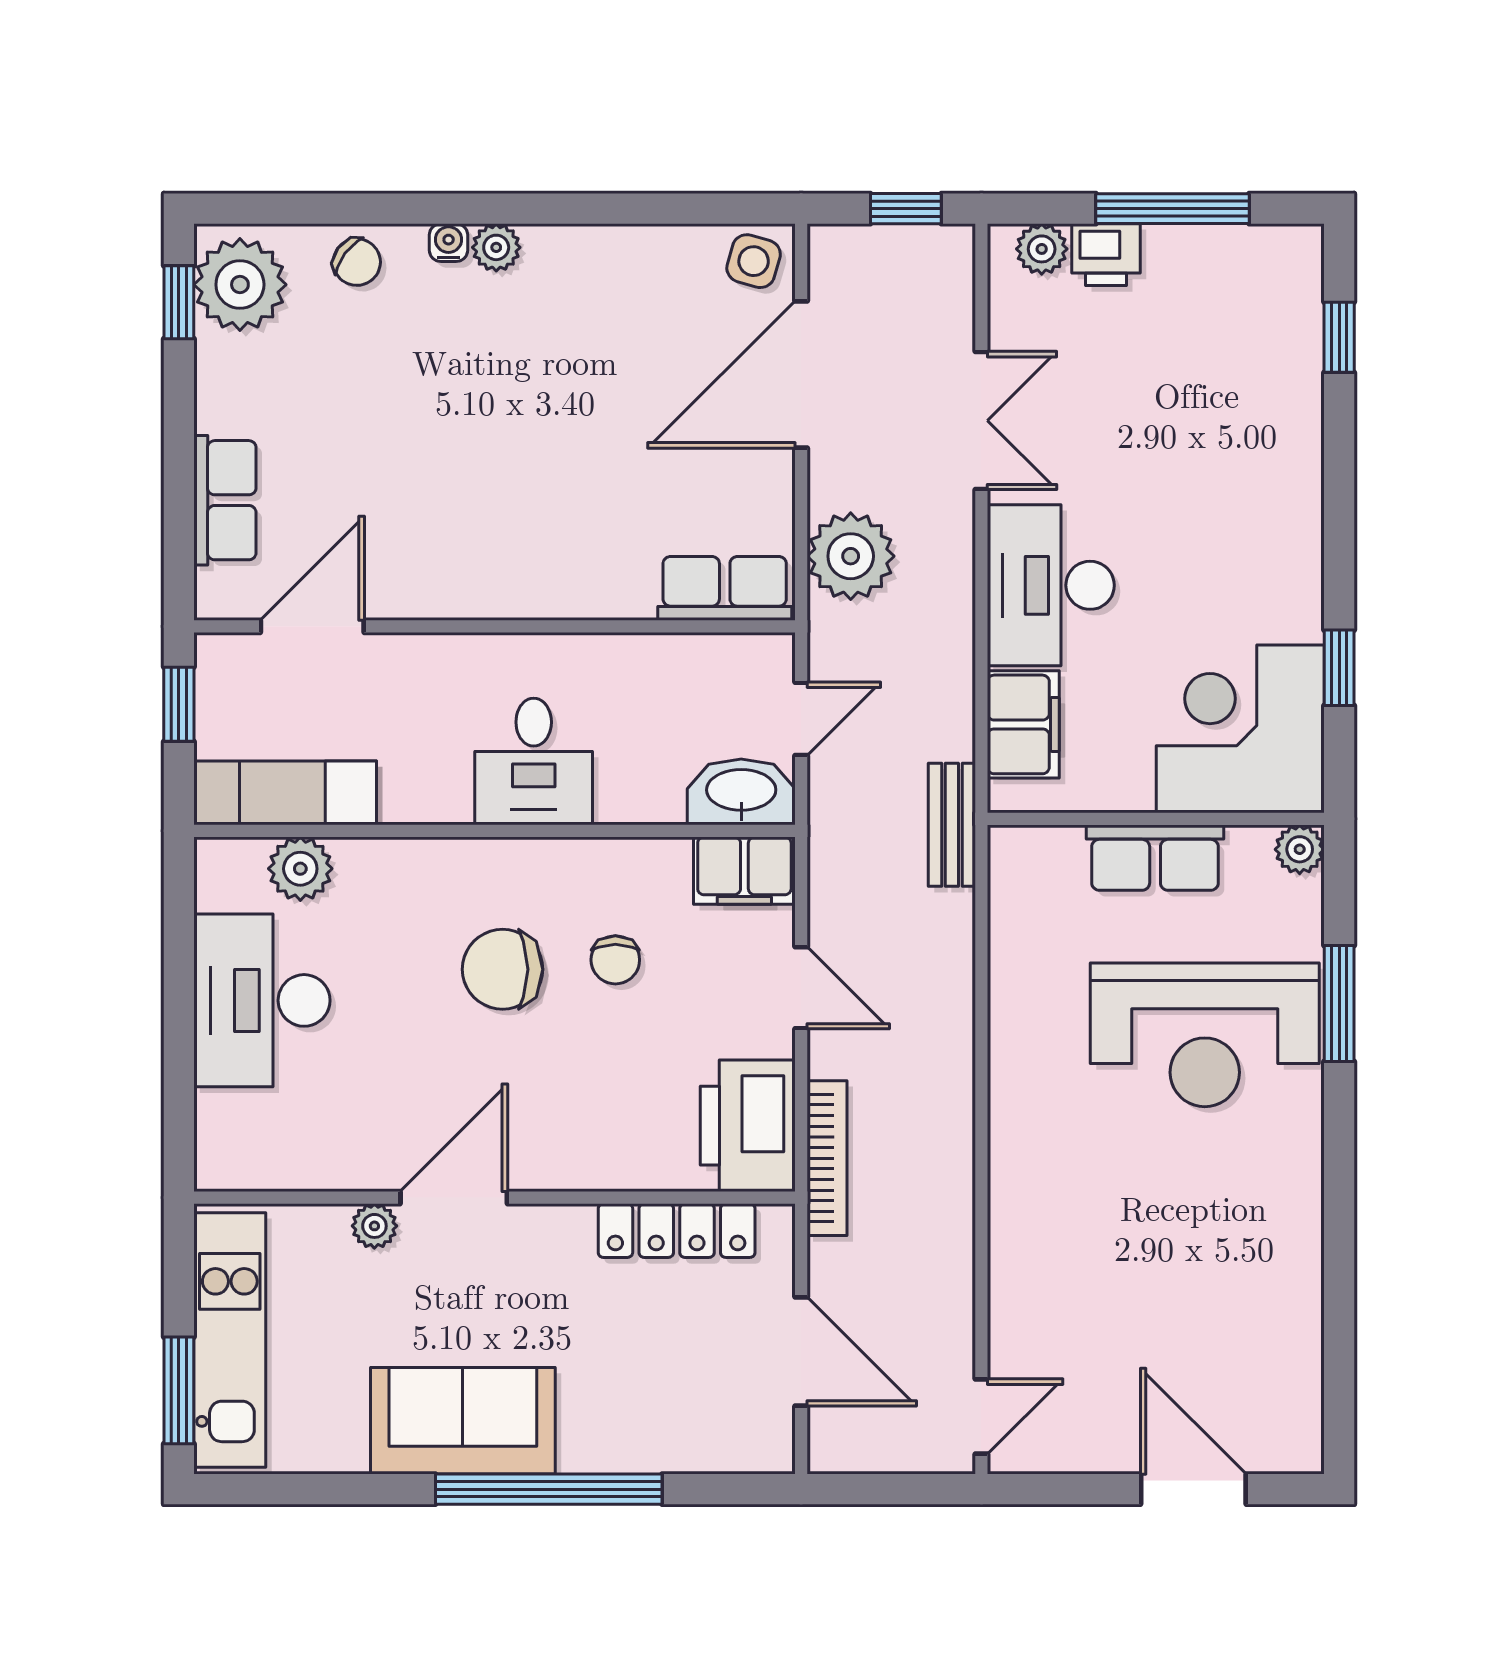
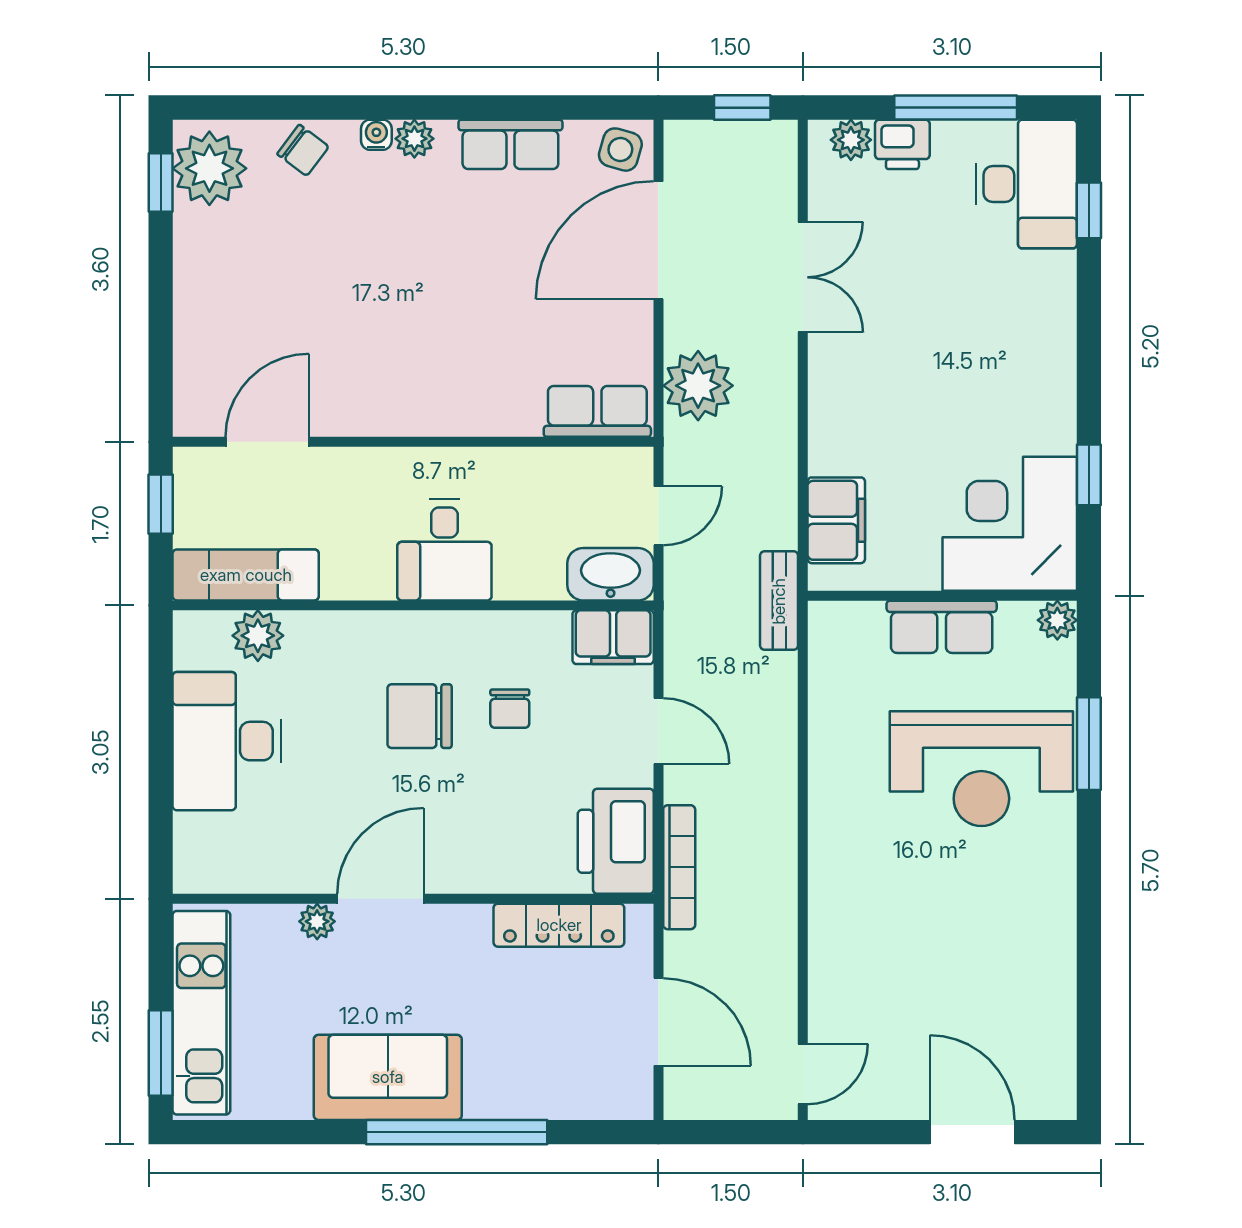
row of seats: (225, 500) -> (510, 144), moved, turned 90
desk: (1051, 585) -> (1026, 184), moved, turned 180

